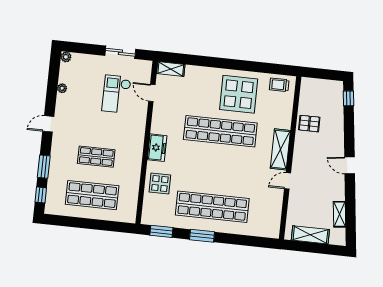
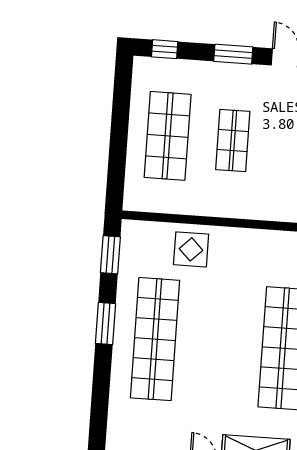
freezer: (157, 148) -> (251, 243), removed
window: (44, 167) -> (233, 54), moved

